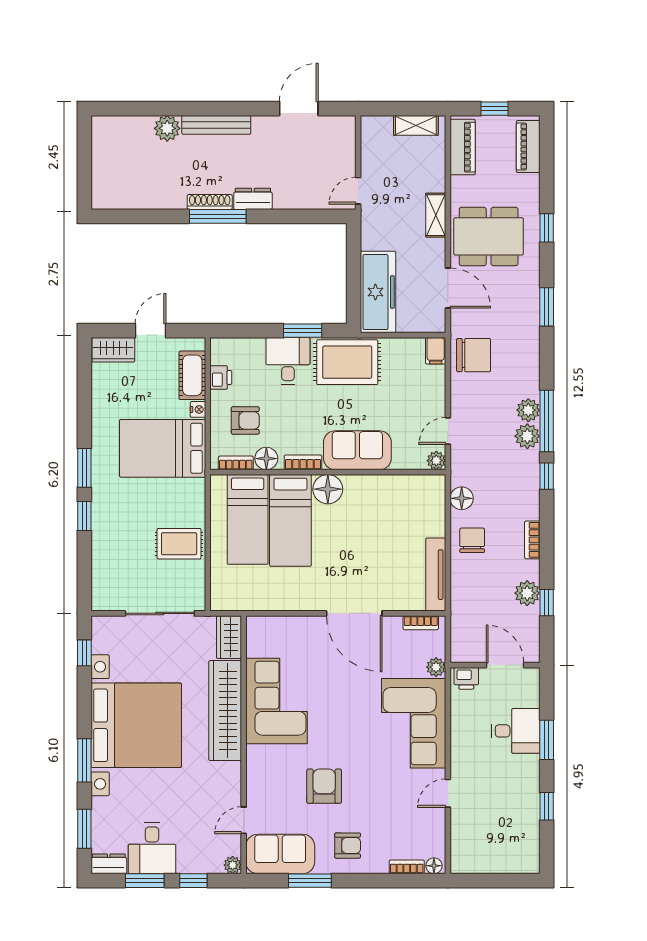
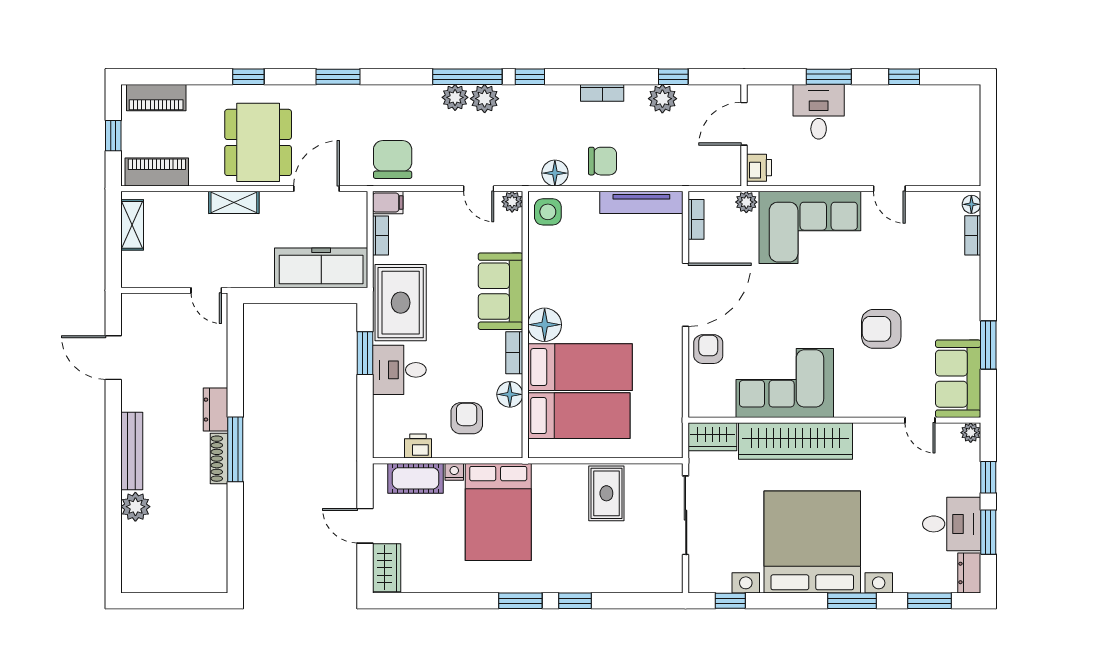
bookcase: (236, 463) -> (380, 236), moved, turned 180
side table: (427, 492) -> (548, 212), added
chair: (472, 540) -> (603, 161), turned 180
armchair: (348, 846) -> (708, 349), moved

